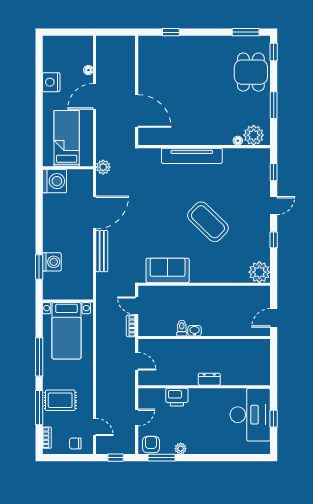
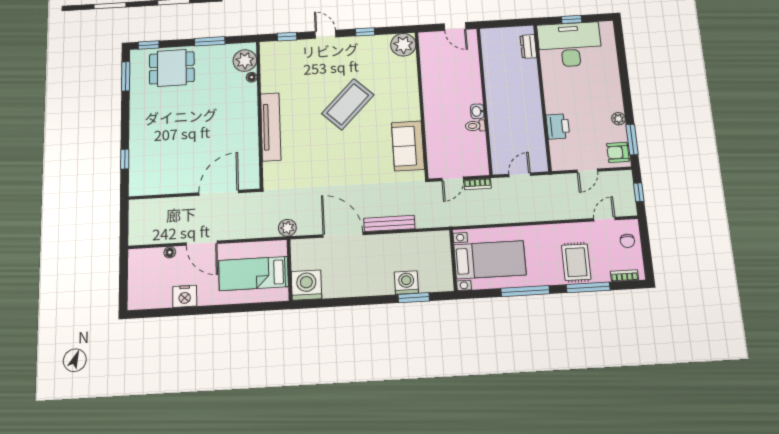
dresser: (209, 379) -> (528, 46), moved
door: (137, 417) -> (587, 171), swing flipped

